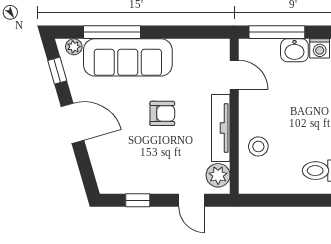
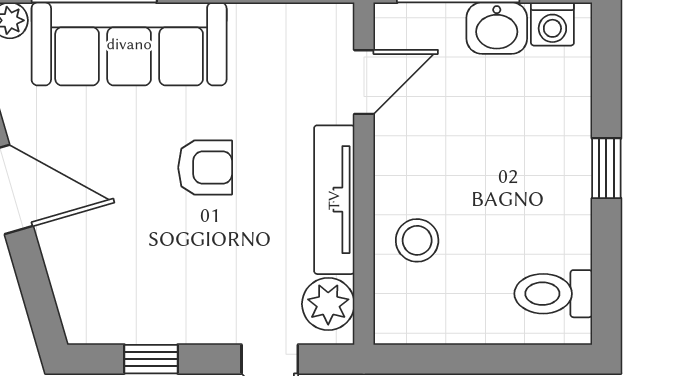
door: (234, 75) -> (364, 82), hinge flipped

